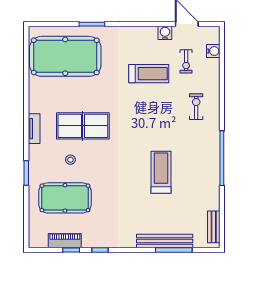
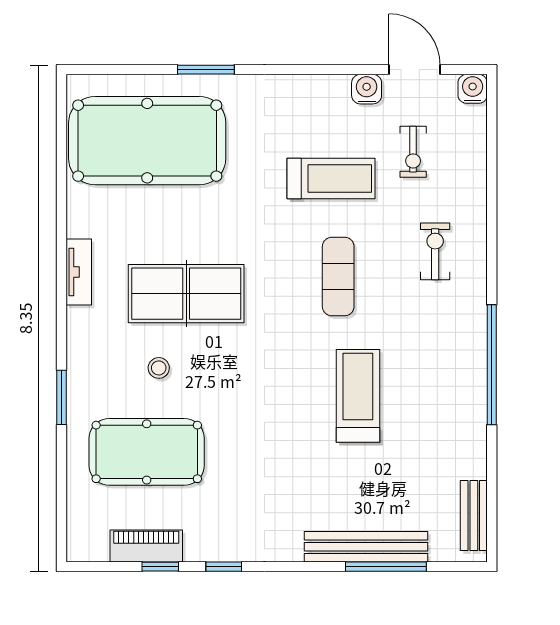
water cooler: (213, 51) -> (473, 89), moved, turned -90
exercise mat: (152, 118) -> (338, 276), added
tv unit: (34, 129) -> (79, 272), moved

